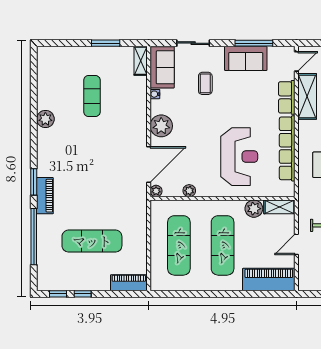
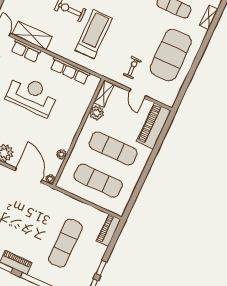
row of seats: (287, 148) -> (70, 71), width x0.73
reception desk: (239, 157) -> (32, 95), moved

